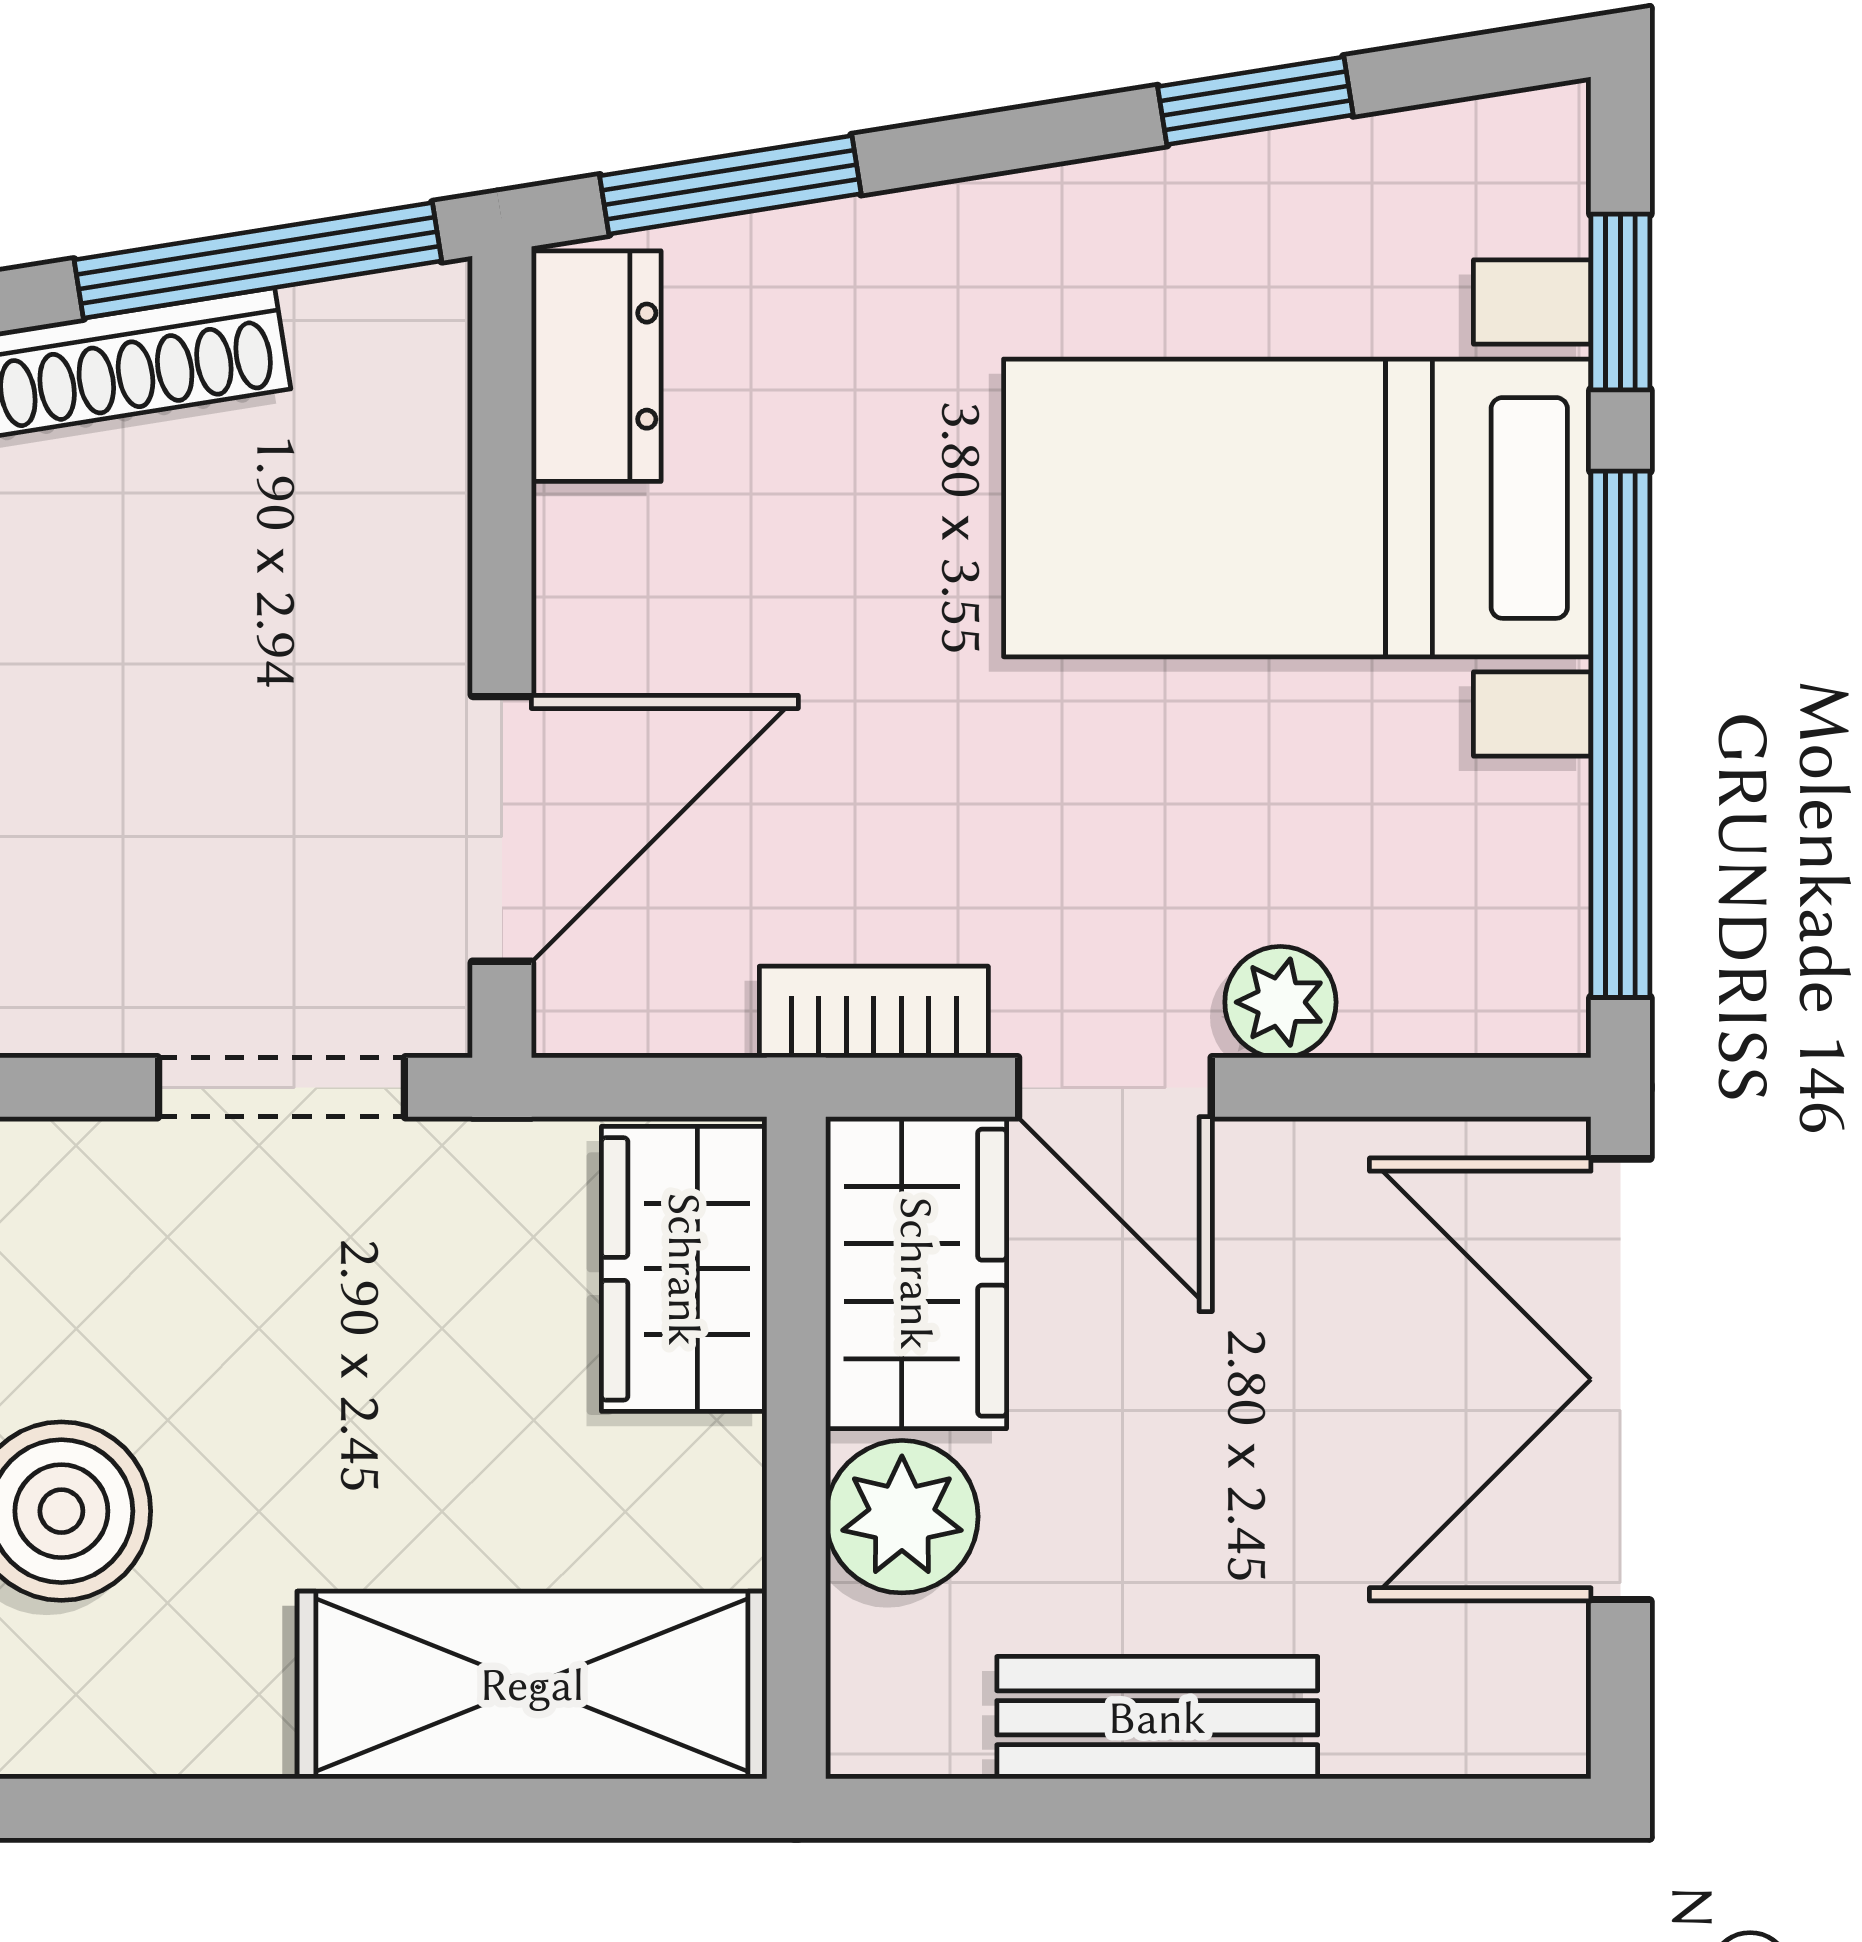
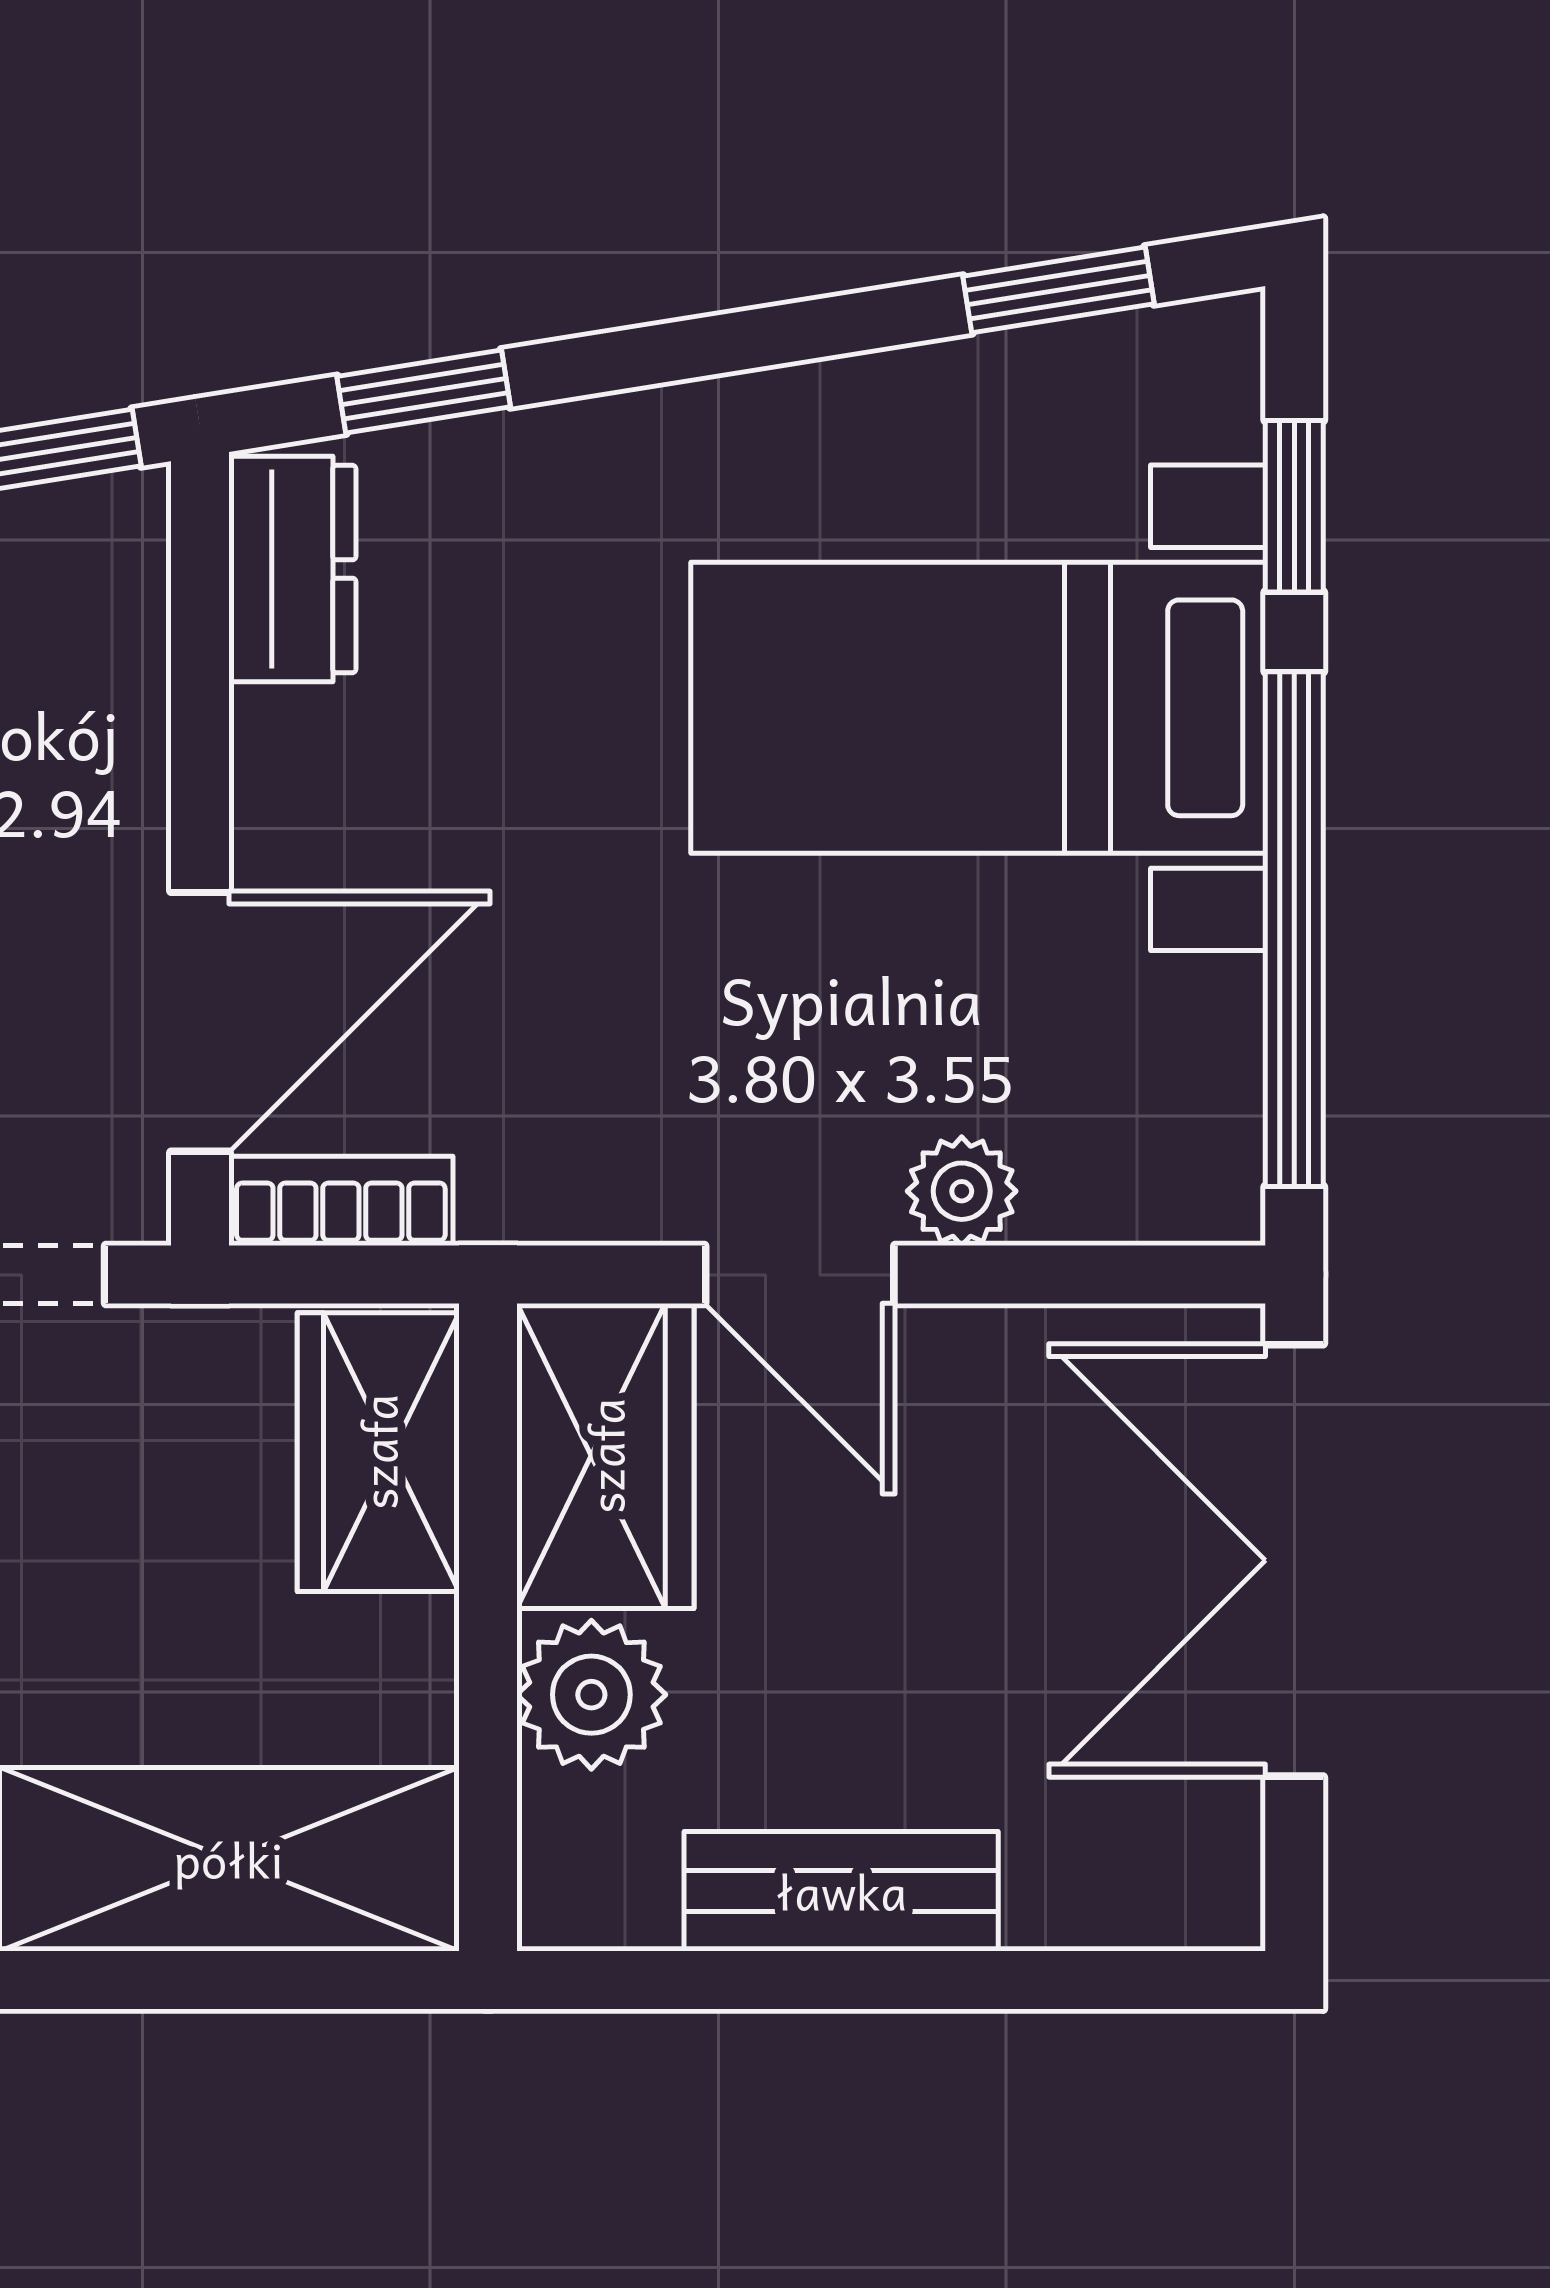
window: (1255, 101) -> (1059, 290), moved
window: (730, 185) -> (424, 392), width x0.67
bookcase: (874, 1012) -> (341, 1201), moved

